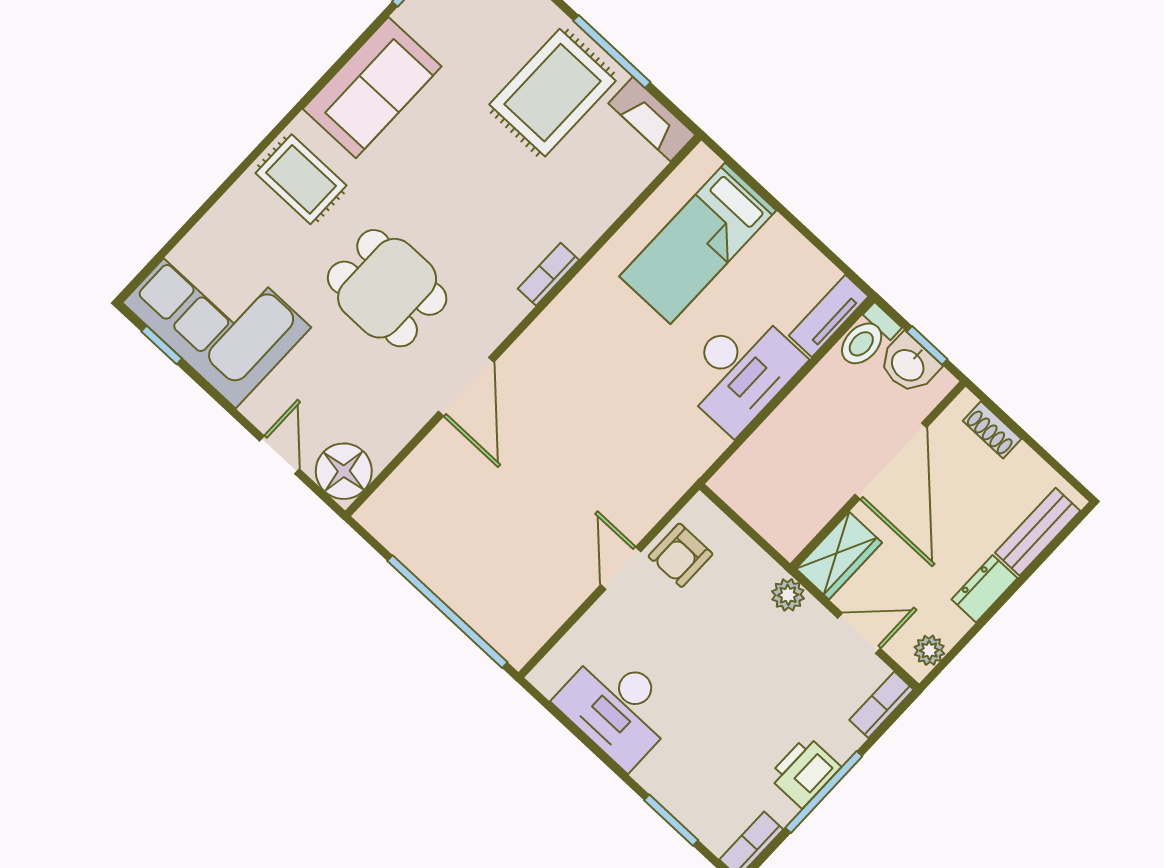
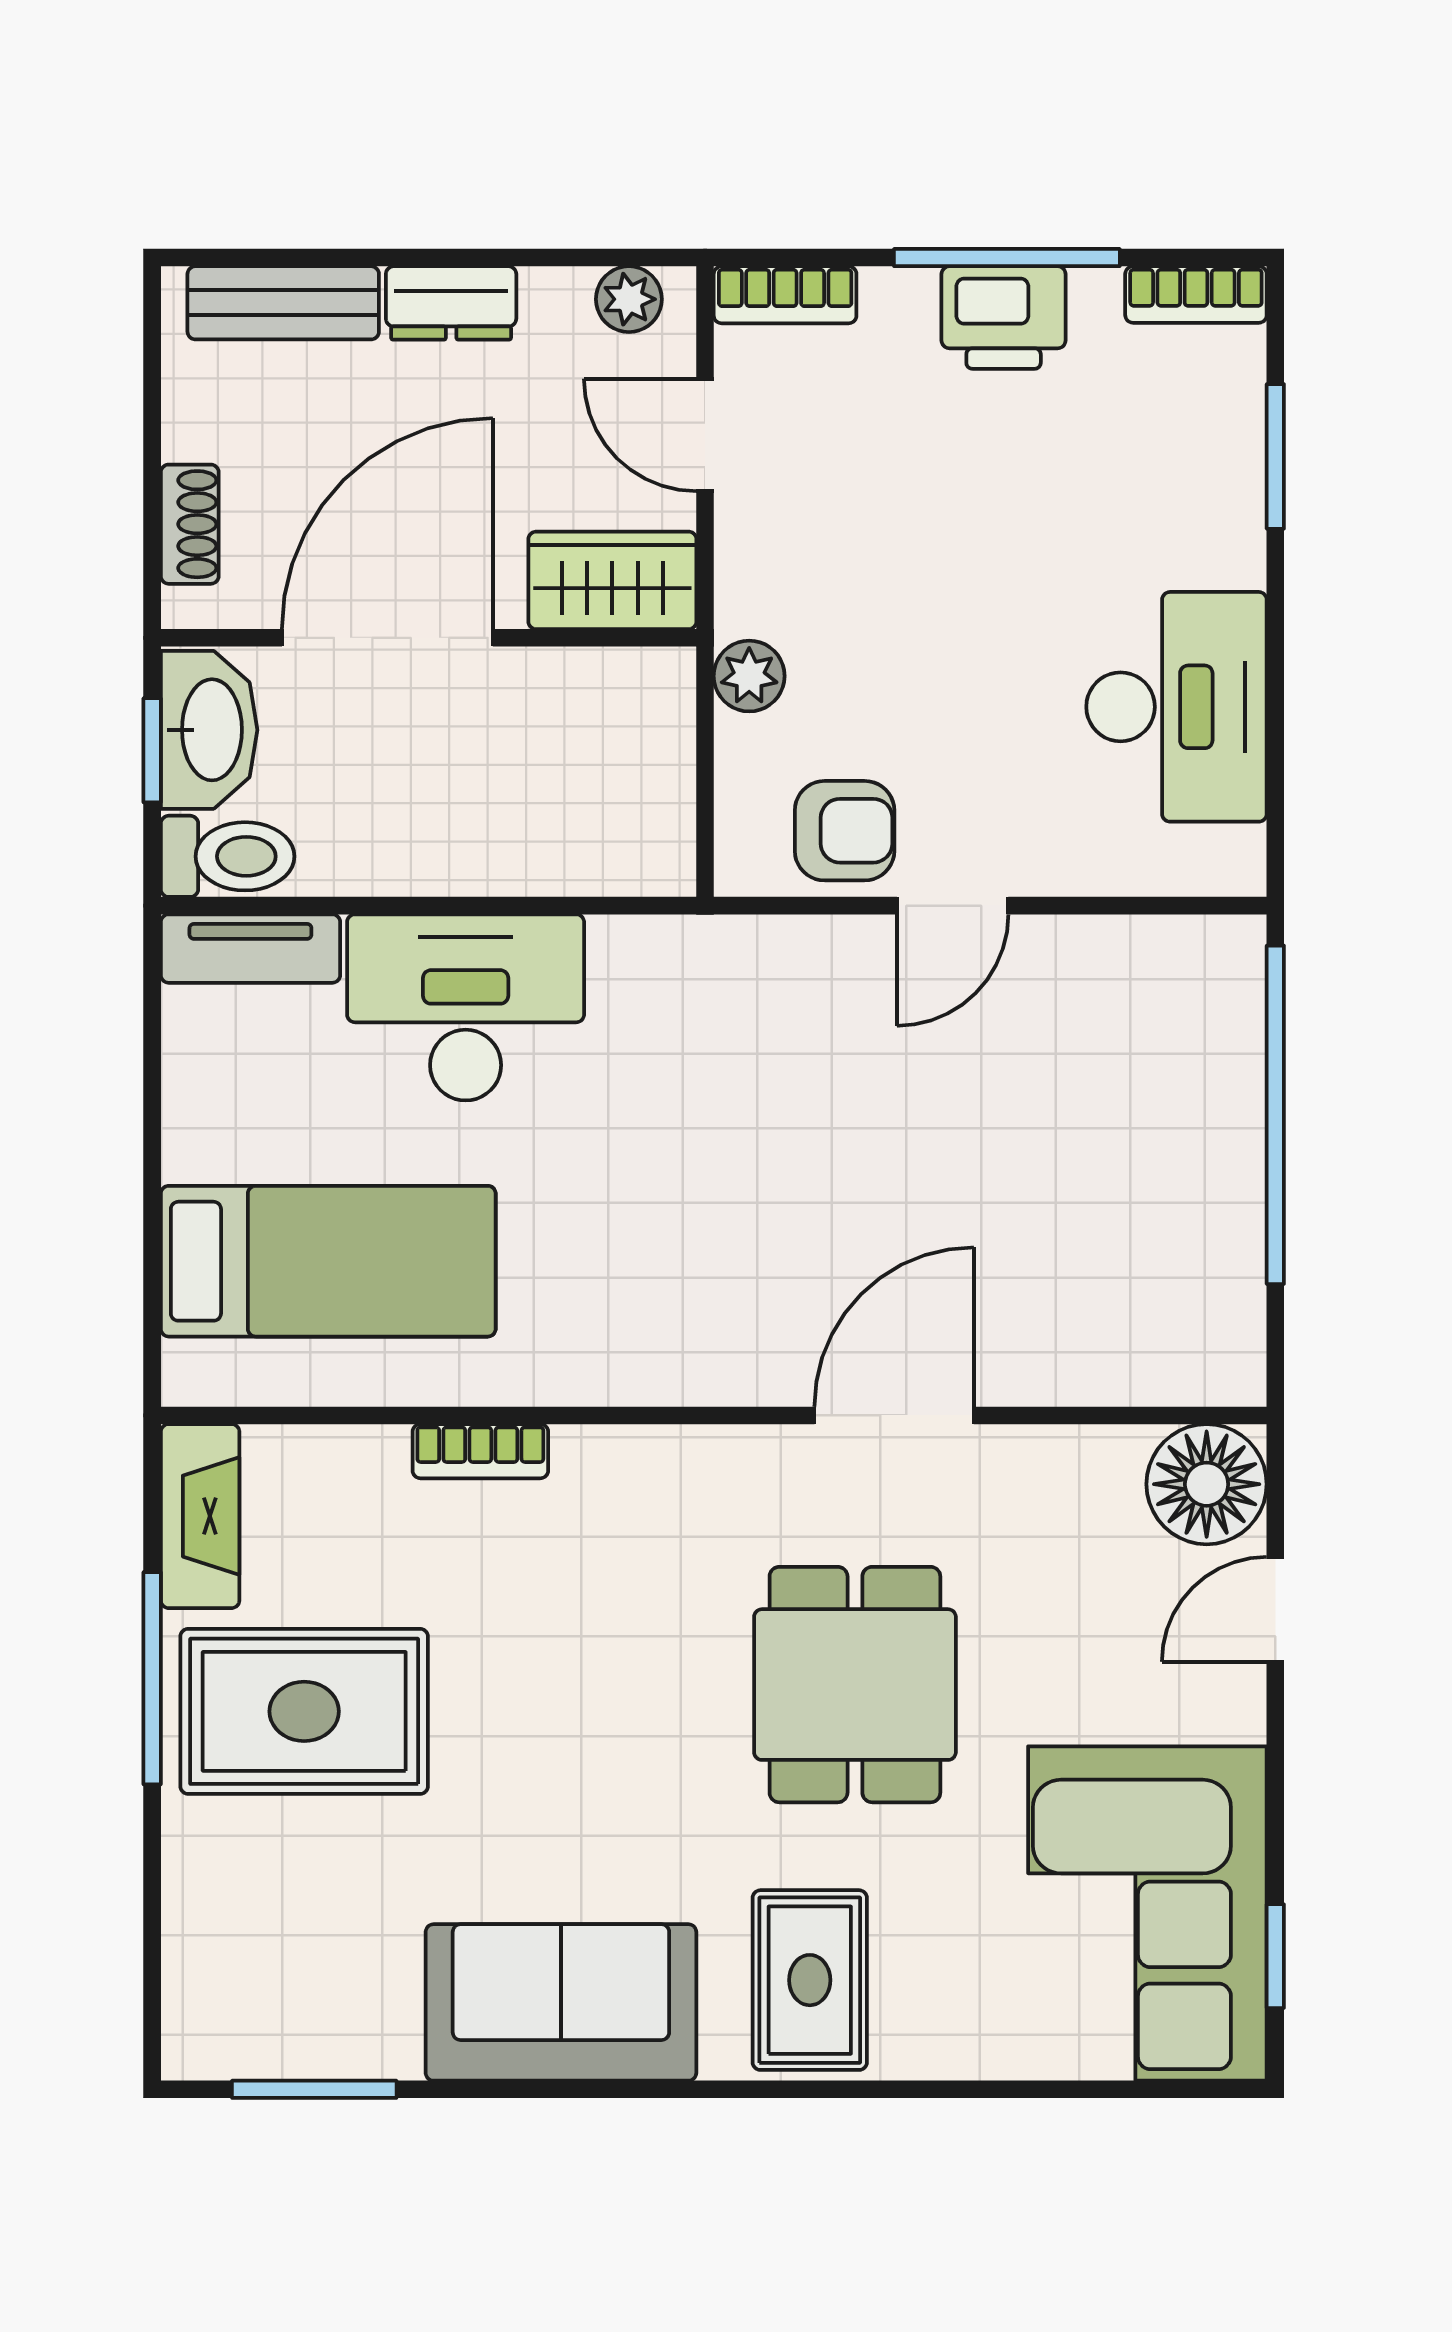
bookcase: (548, 274) -> (480, 1451), moved
washbasin: (909, 364) -> (209, 730), width x1.38
plant: (788, 595) -> (749, 676), moved

